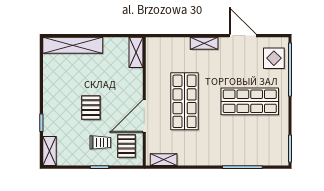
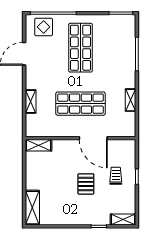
shelving: (204, 43) -> (31, 101), moved
shelving: (73, 45) -> (32, 208), width x0.68
pallet: (91, 108) -> (86, 184), turned 90
pallet: (127, 146) -> (119, 153), removed
shelving: (164, 160) -> (130, 100), moved

